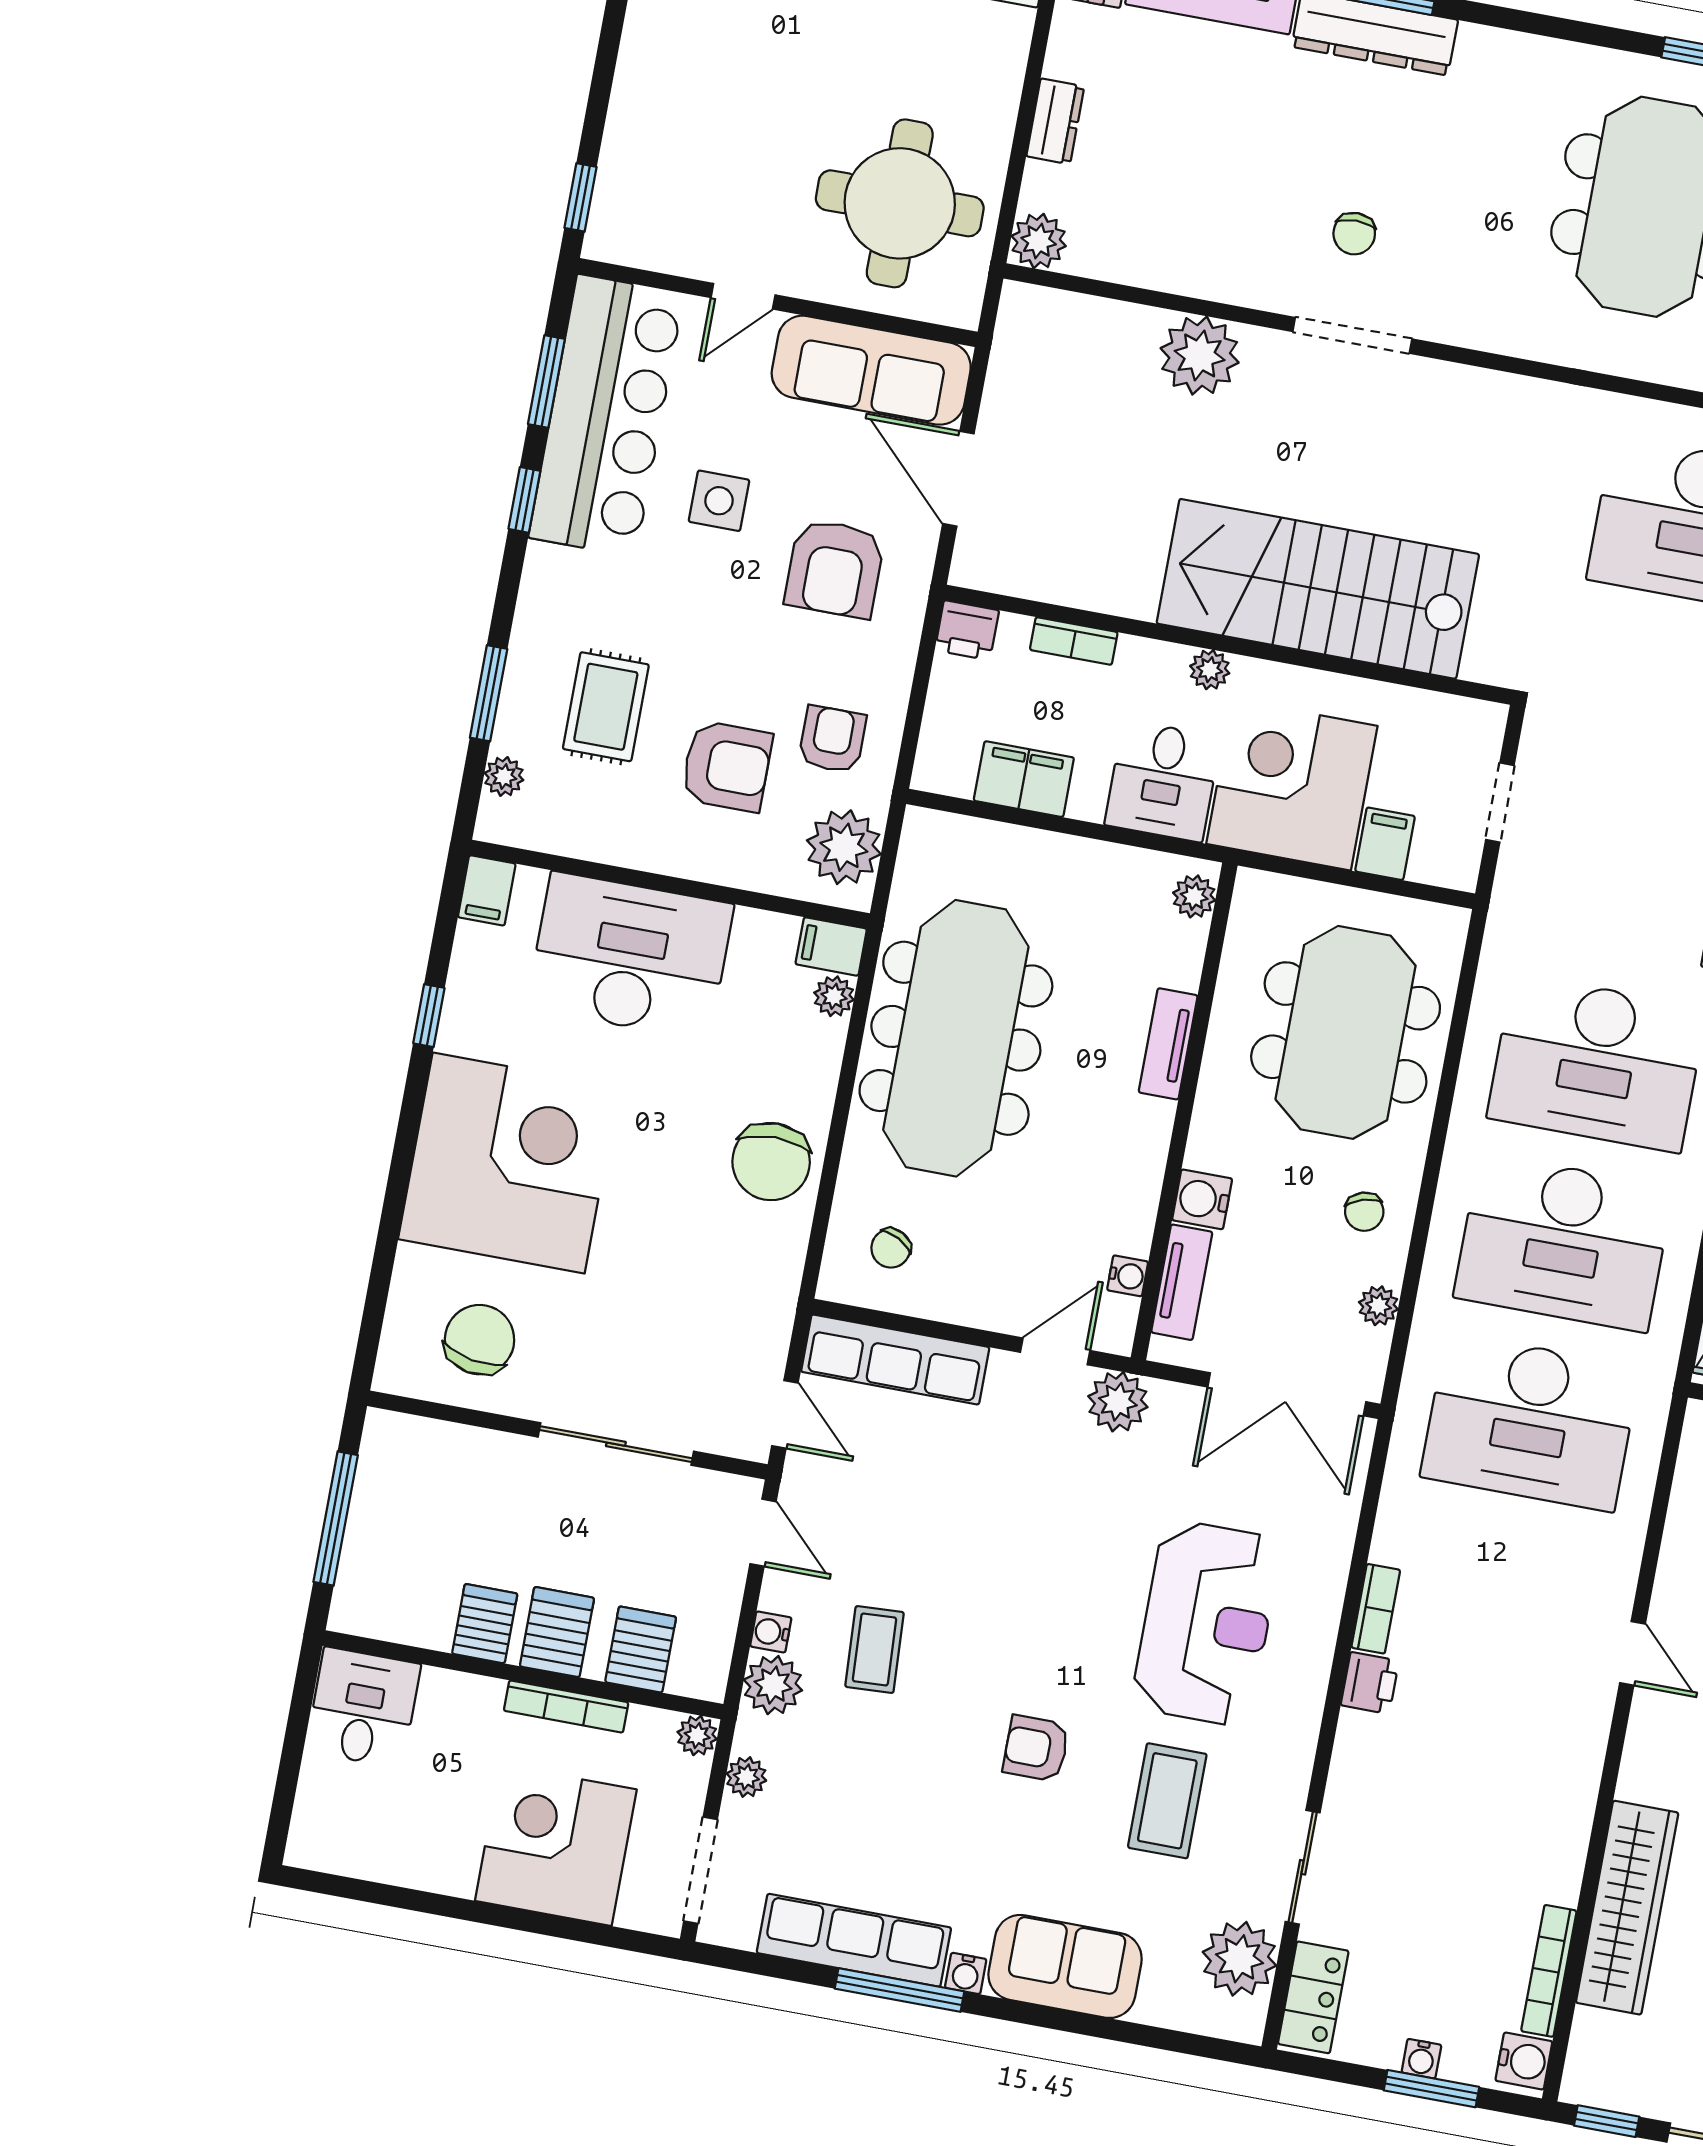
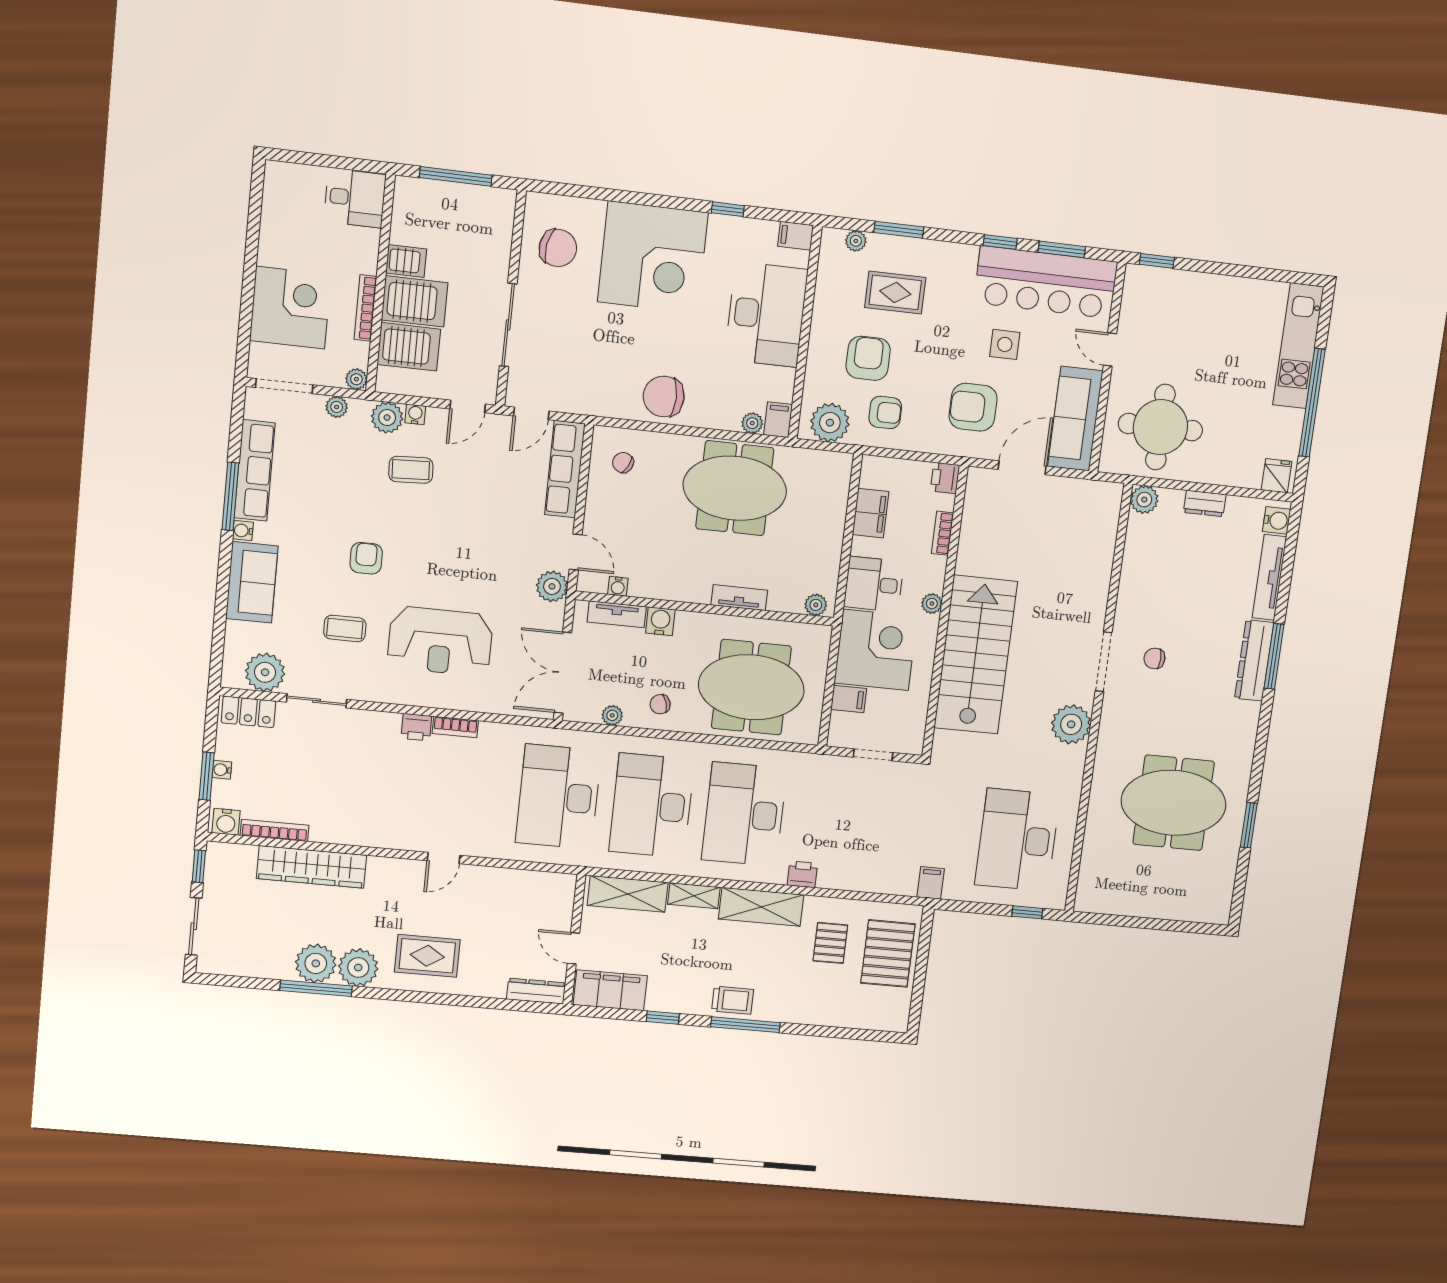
plant: (1200, 355) -> (1071, 724), moved
armchair: (727, 766) -> (868, 358), turned 180
meeting table: (956, 1038) -> (735, 488), width x0.73
server rack: (557, 1632) -> (415, 301), width x1.36, depth x1.44
server rack: (641, 1649) -> (409, 347), width x1.36, depth x1.44
coffee table: (1167, 1801) -> (345, 628), width x0.73, depth x0.77

